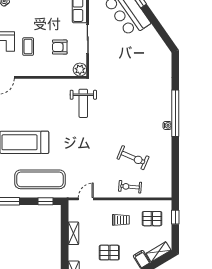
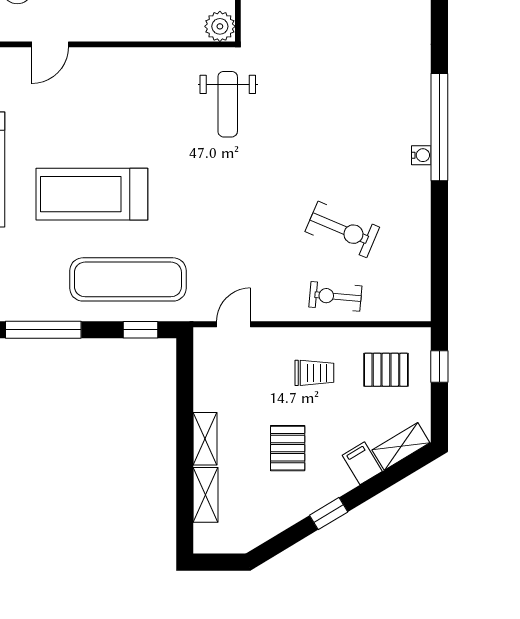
shelving: (73, 233) -> (205, 439), moved
pallet: (109, 253) -> (288, 448), turned 90

